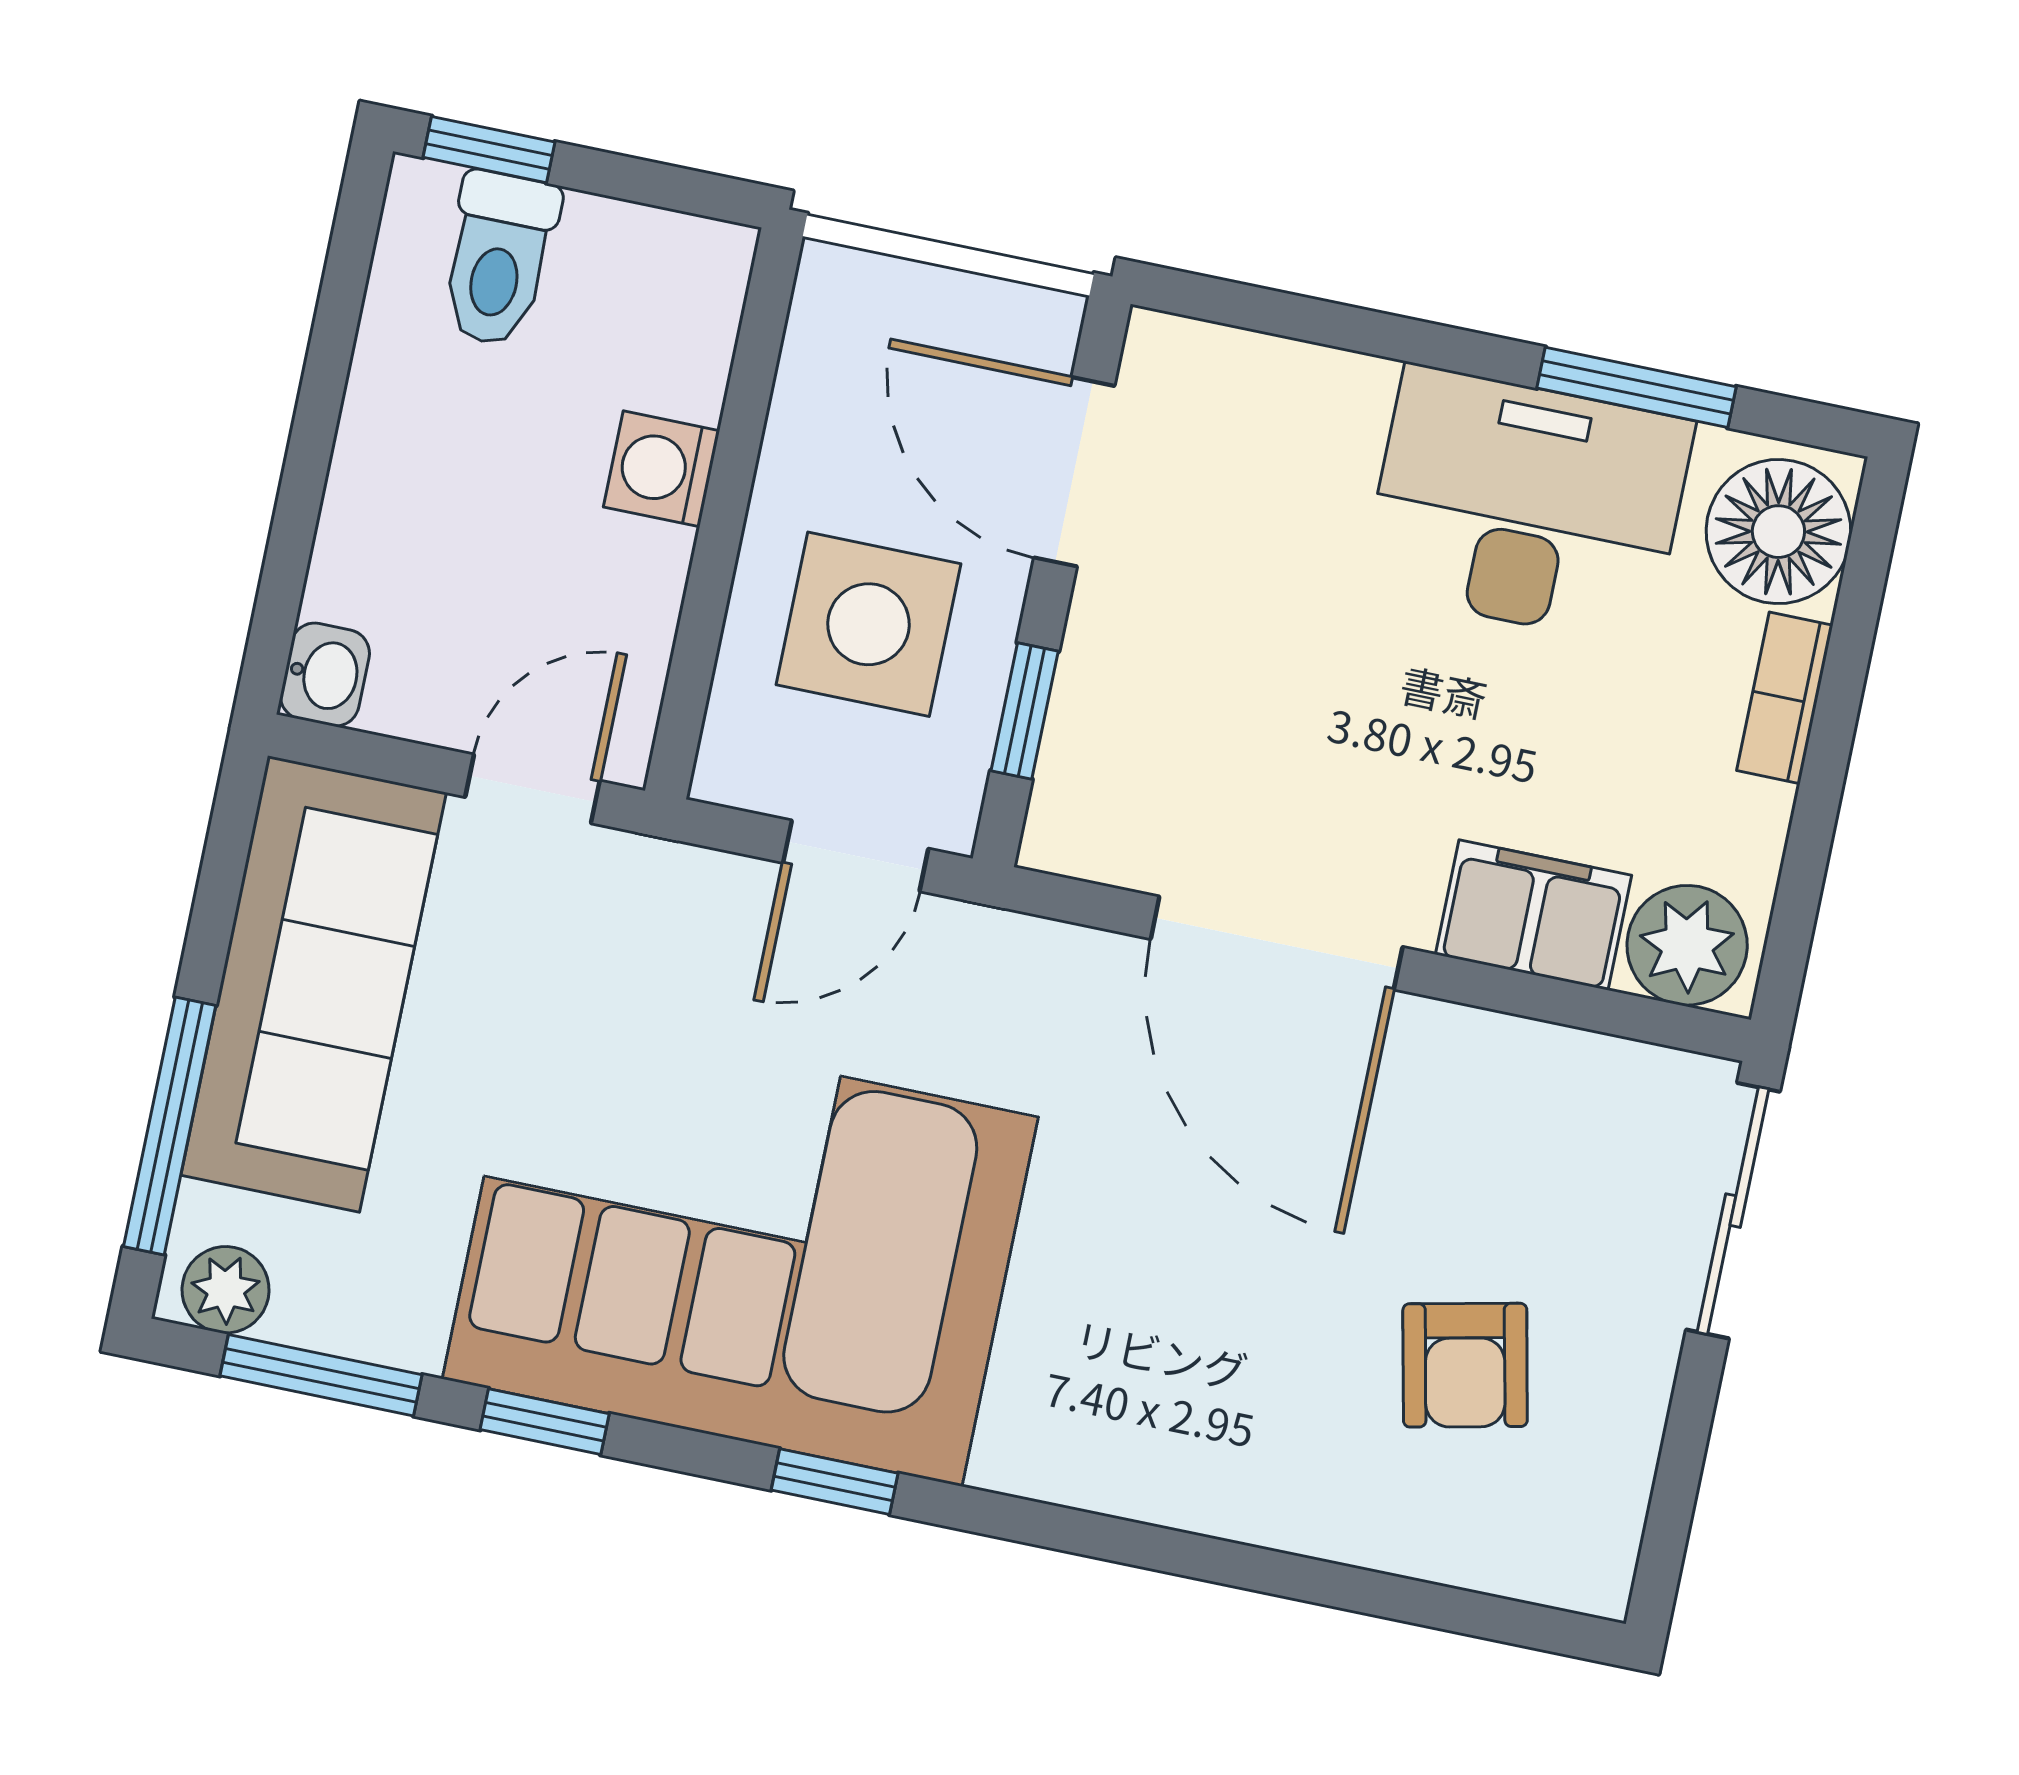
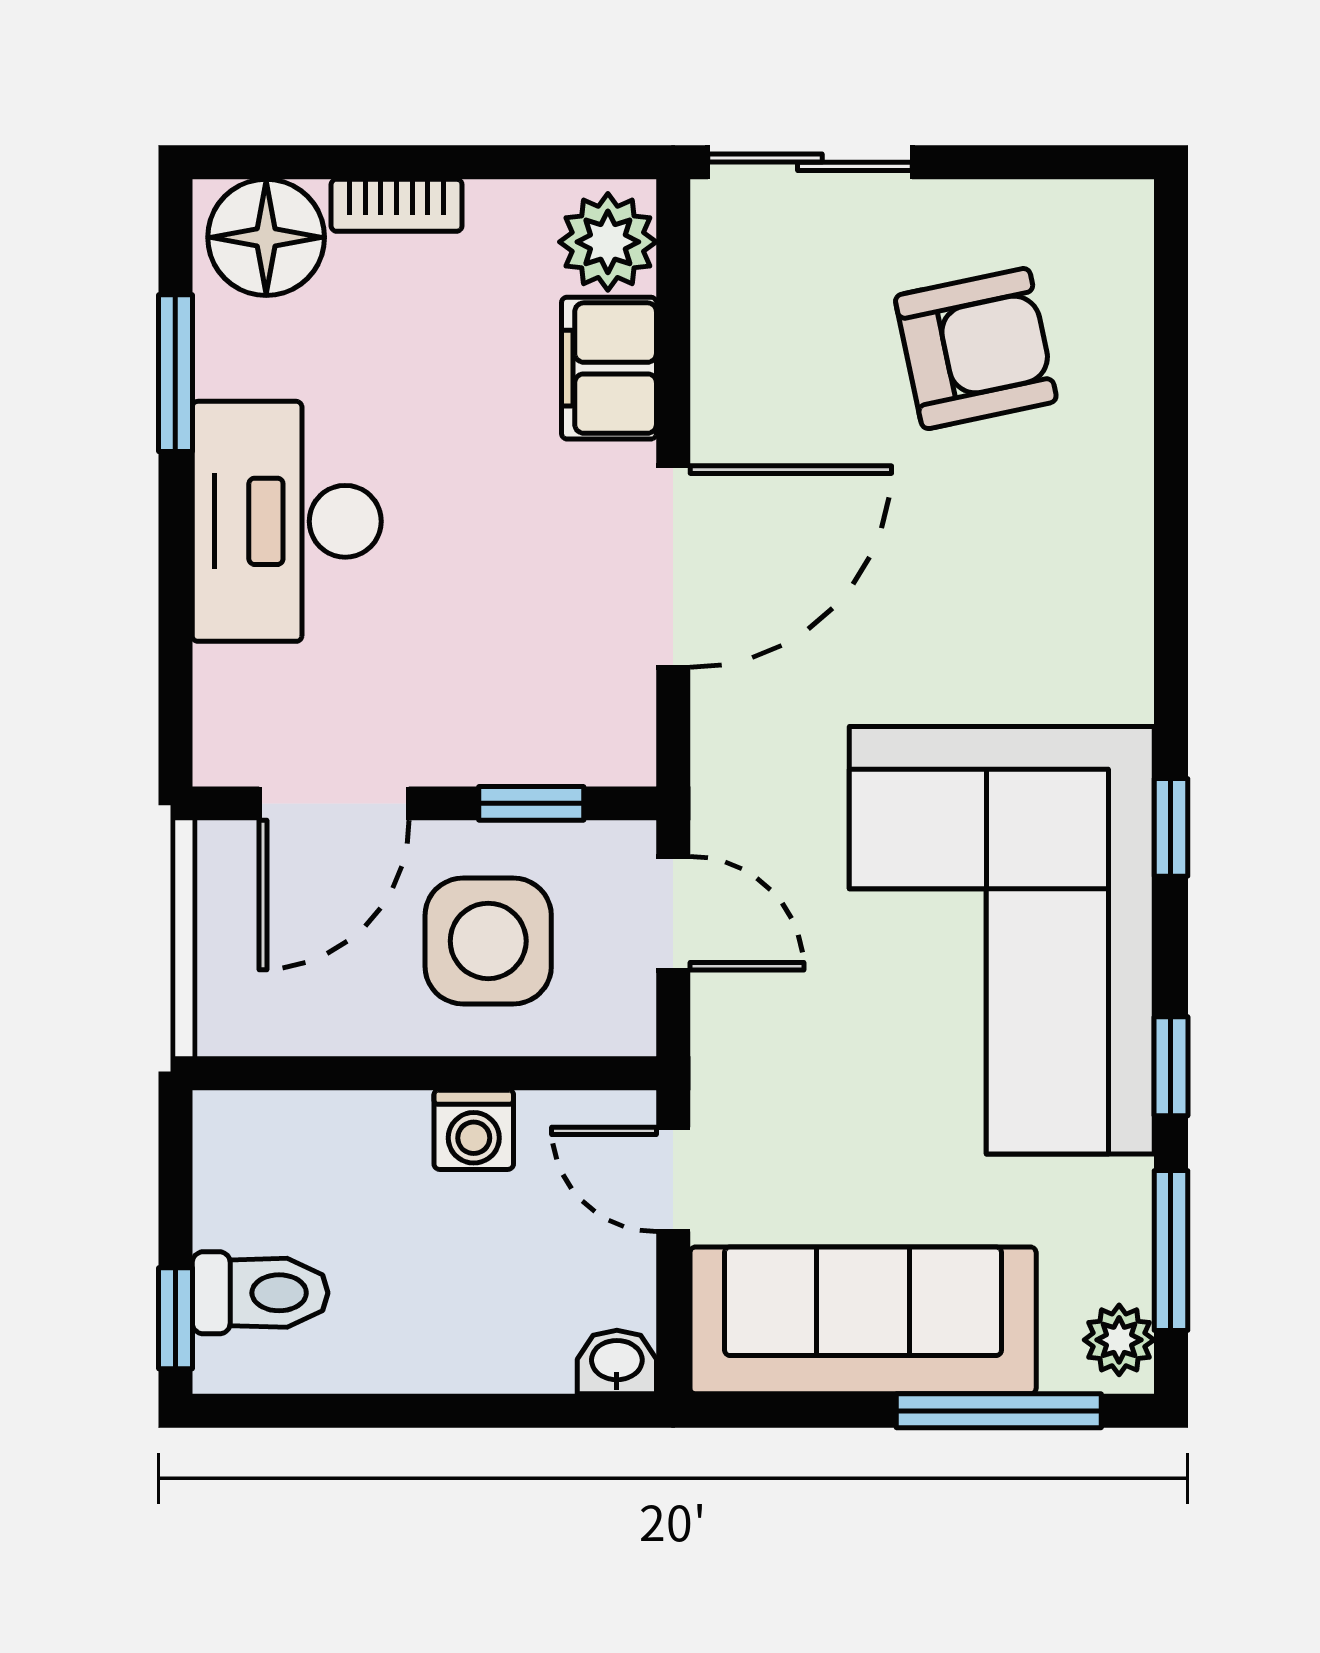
washing machine: (661, 469) -> (474, 1130), moved
desk: (1527, 506) -> (287, 521), moved
armchair: (1465, 1365) -> (976, 349), width x1.38, depth x1.38

